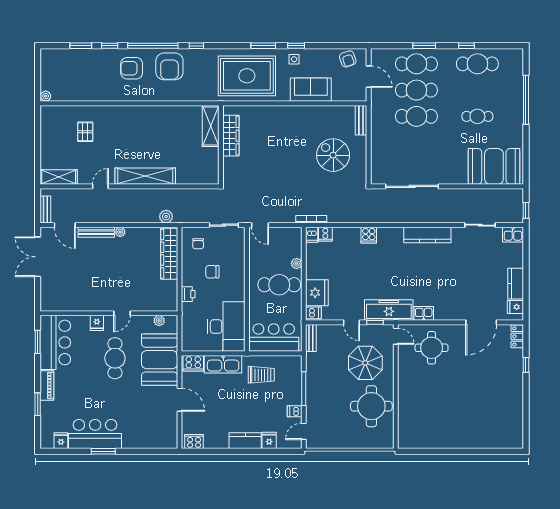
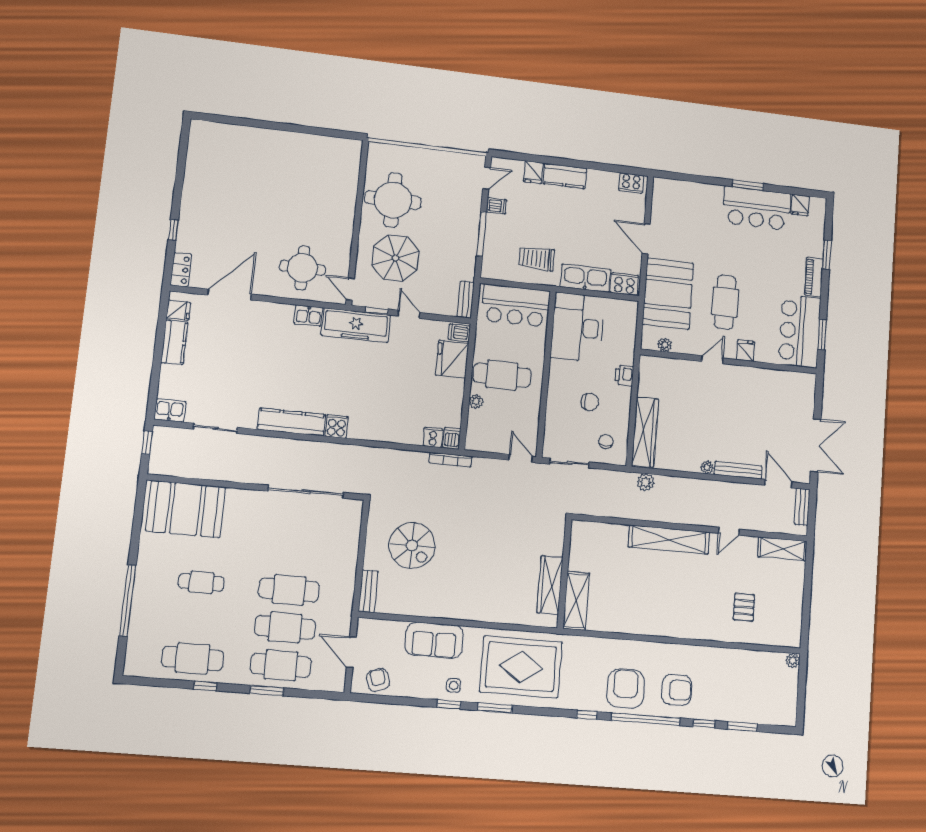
cooker: (369, 235) -> (337, 426), moved

